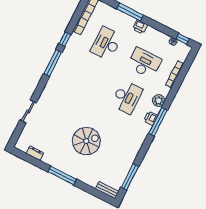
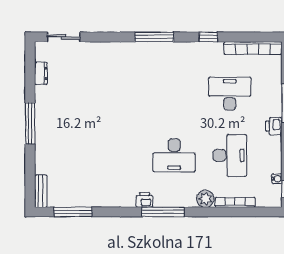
window: (53, 63) -> (154, 37), moved
plant: (159, 101) -> (205, 199), moved
sliding door: (28, 111) -> (64, 37), moved
printer: (151, 118) -> (145, 200), moved
spiral stairs: (86, 141) -> (91, 132), removed

